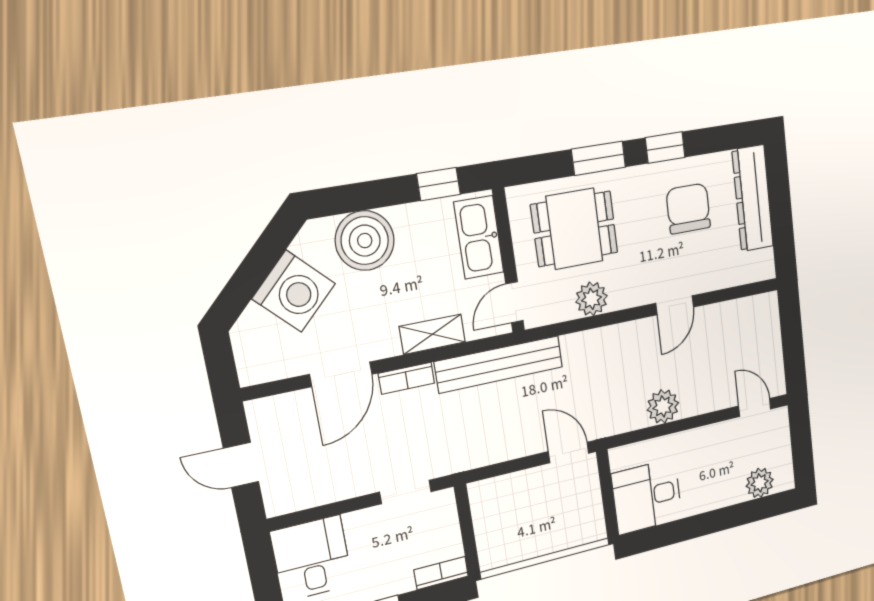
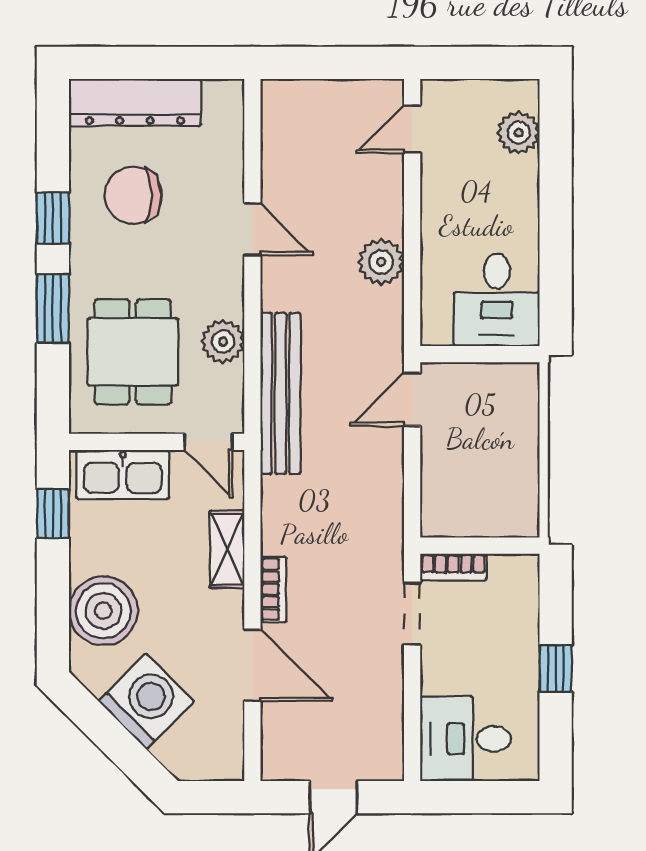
bench: (499, 364) -> (280, 393), moved
bookcase: (441, 573) -> (453, 567), moved, turned -90

